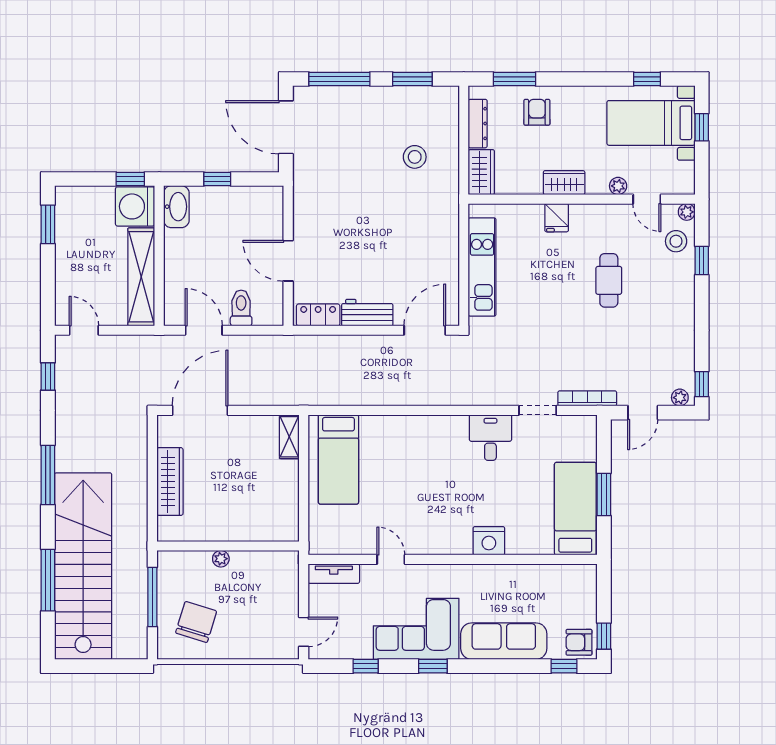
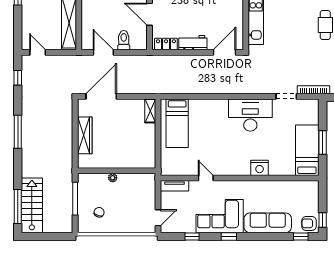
desk: (490, 438) -> (250, 115), width x1.87, depth x1.30
stairs: (83, 566) -> (32, 205), width x0.54, depth x0.66
window: (48, 580) -> (18, 206), moved
chair: (196, 622) -> (99, 212), width x0.54, depth x0.54

